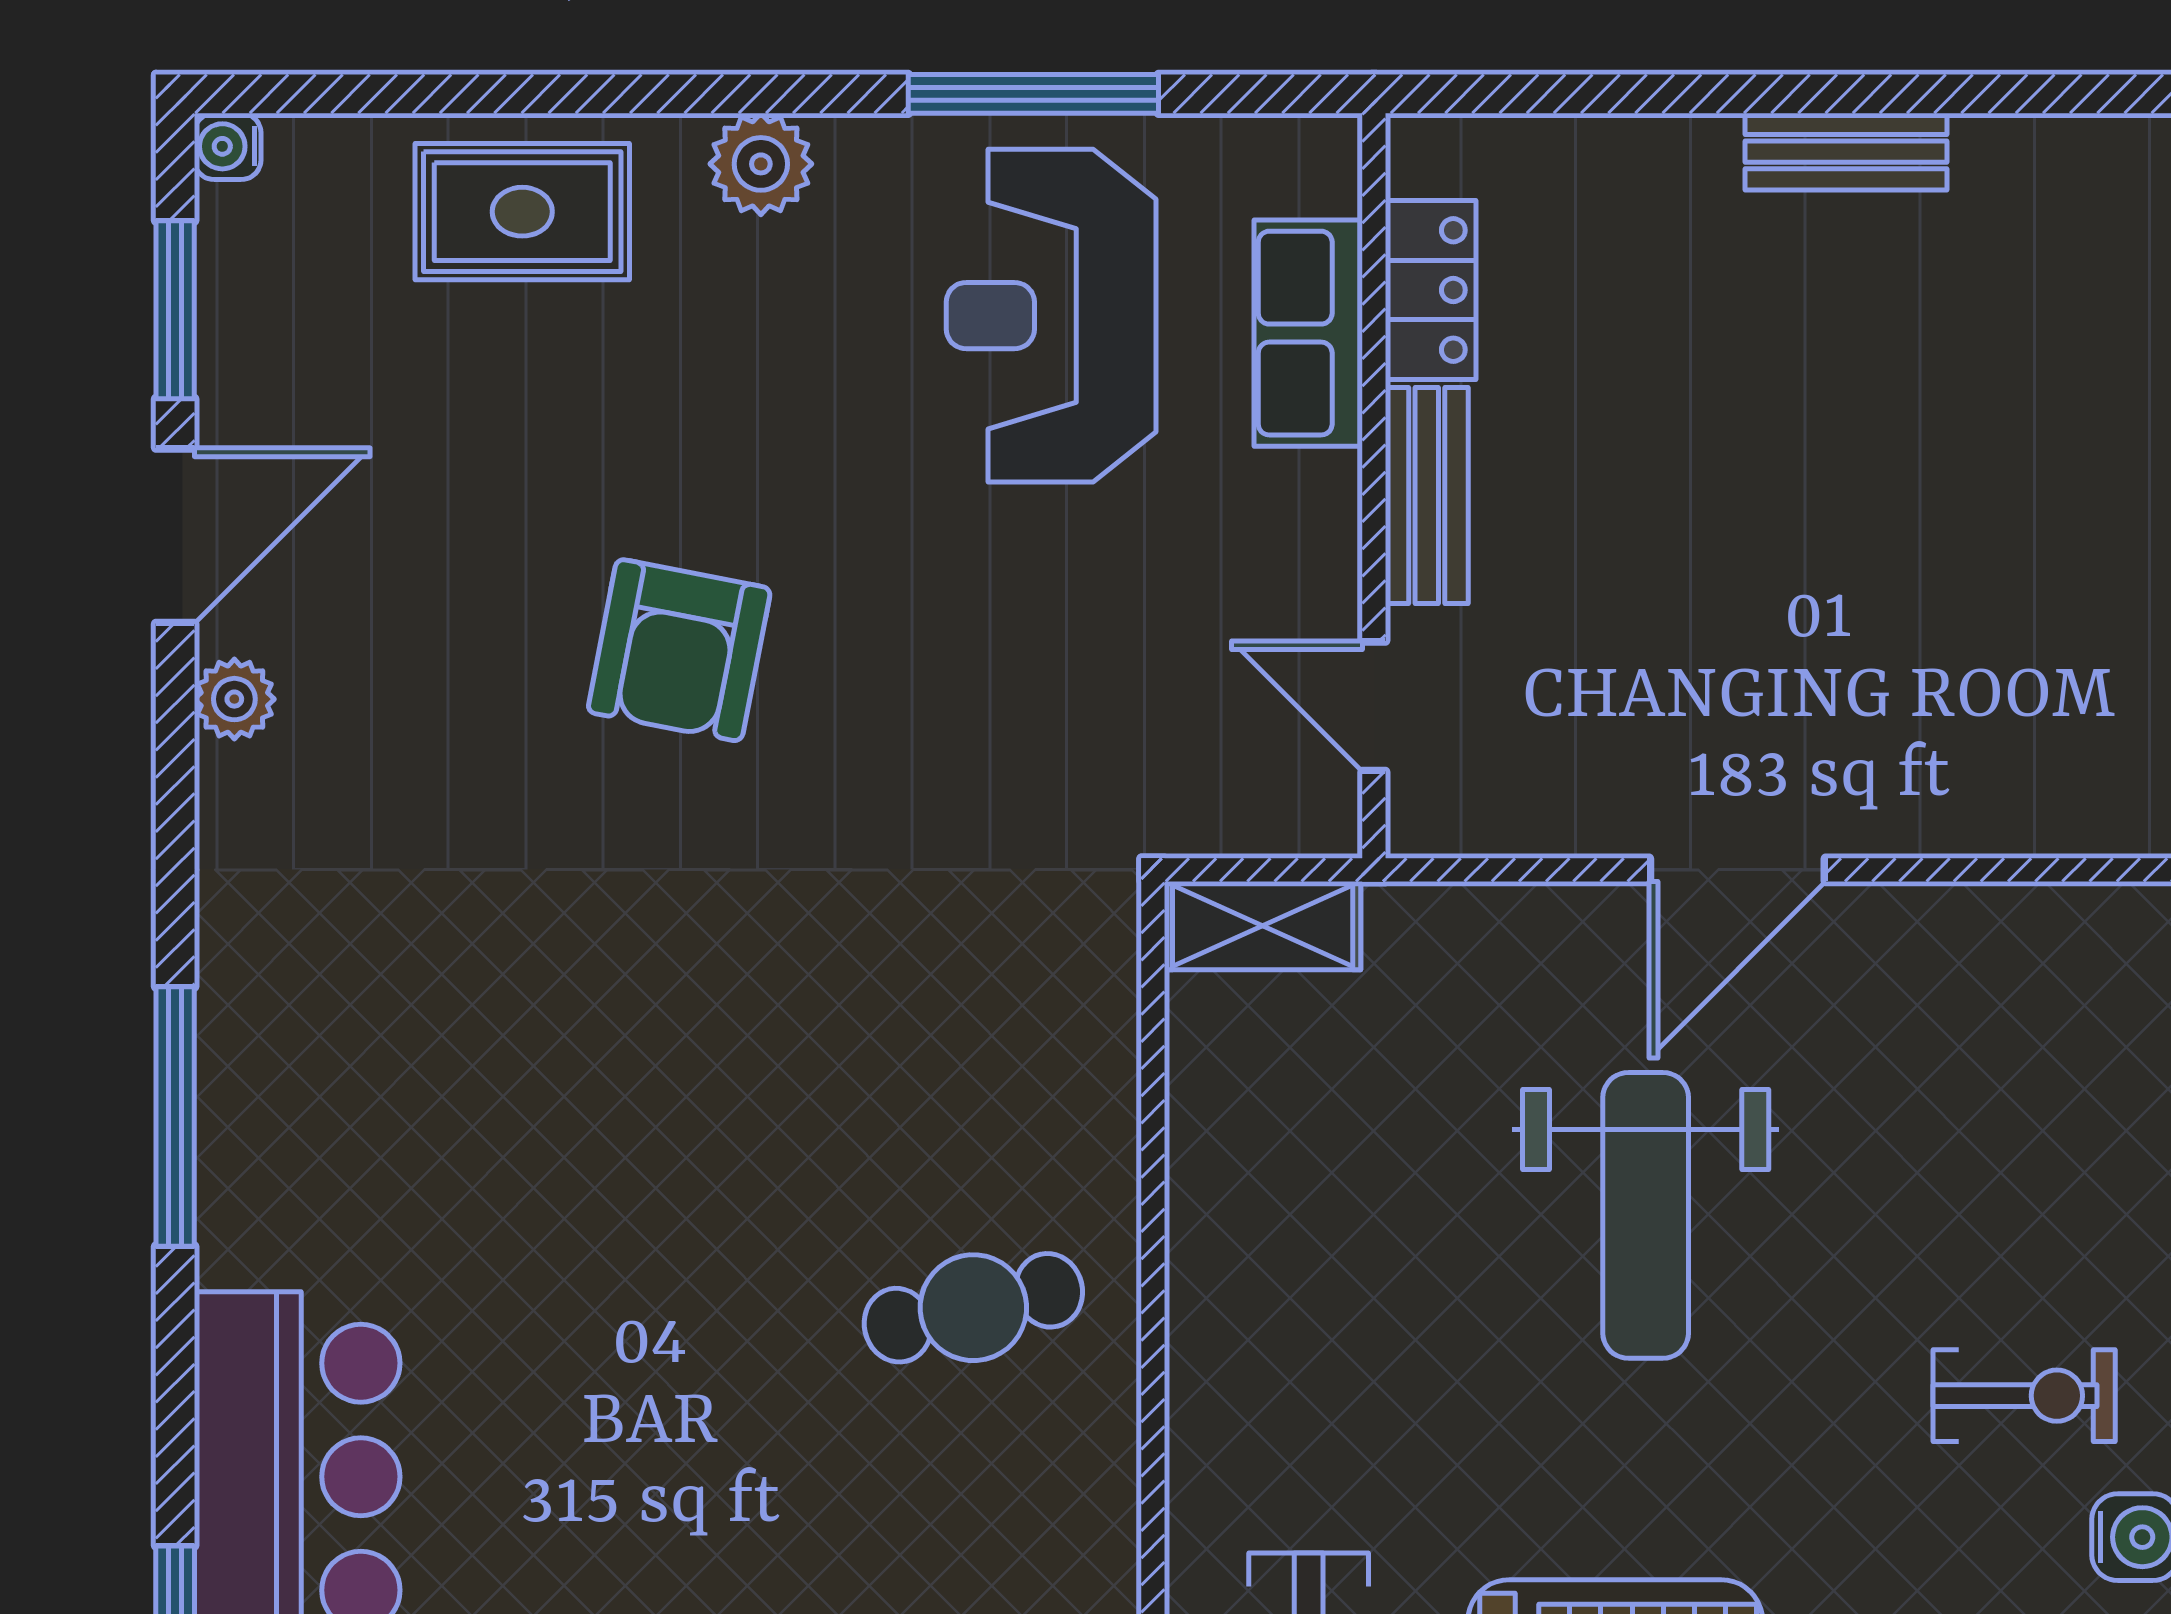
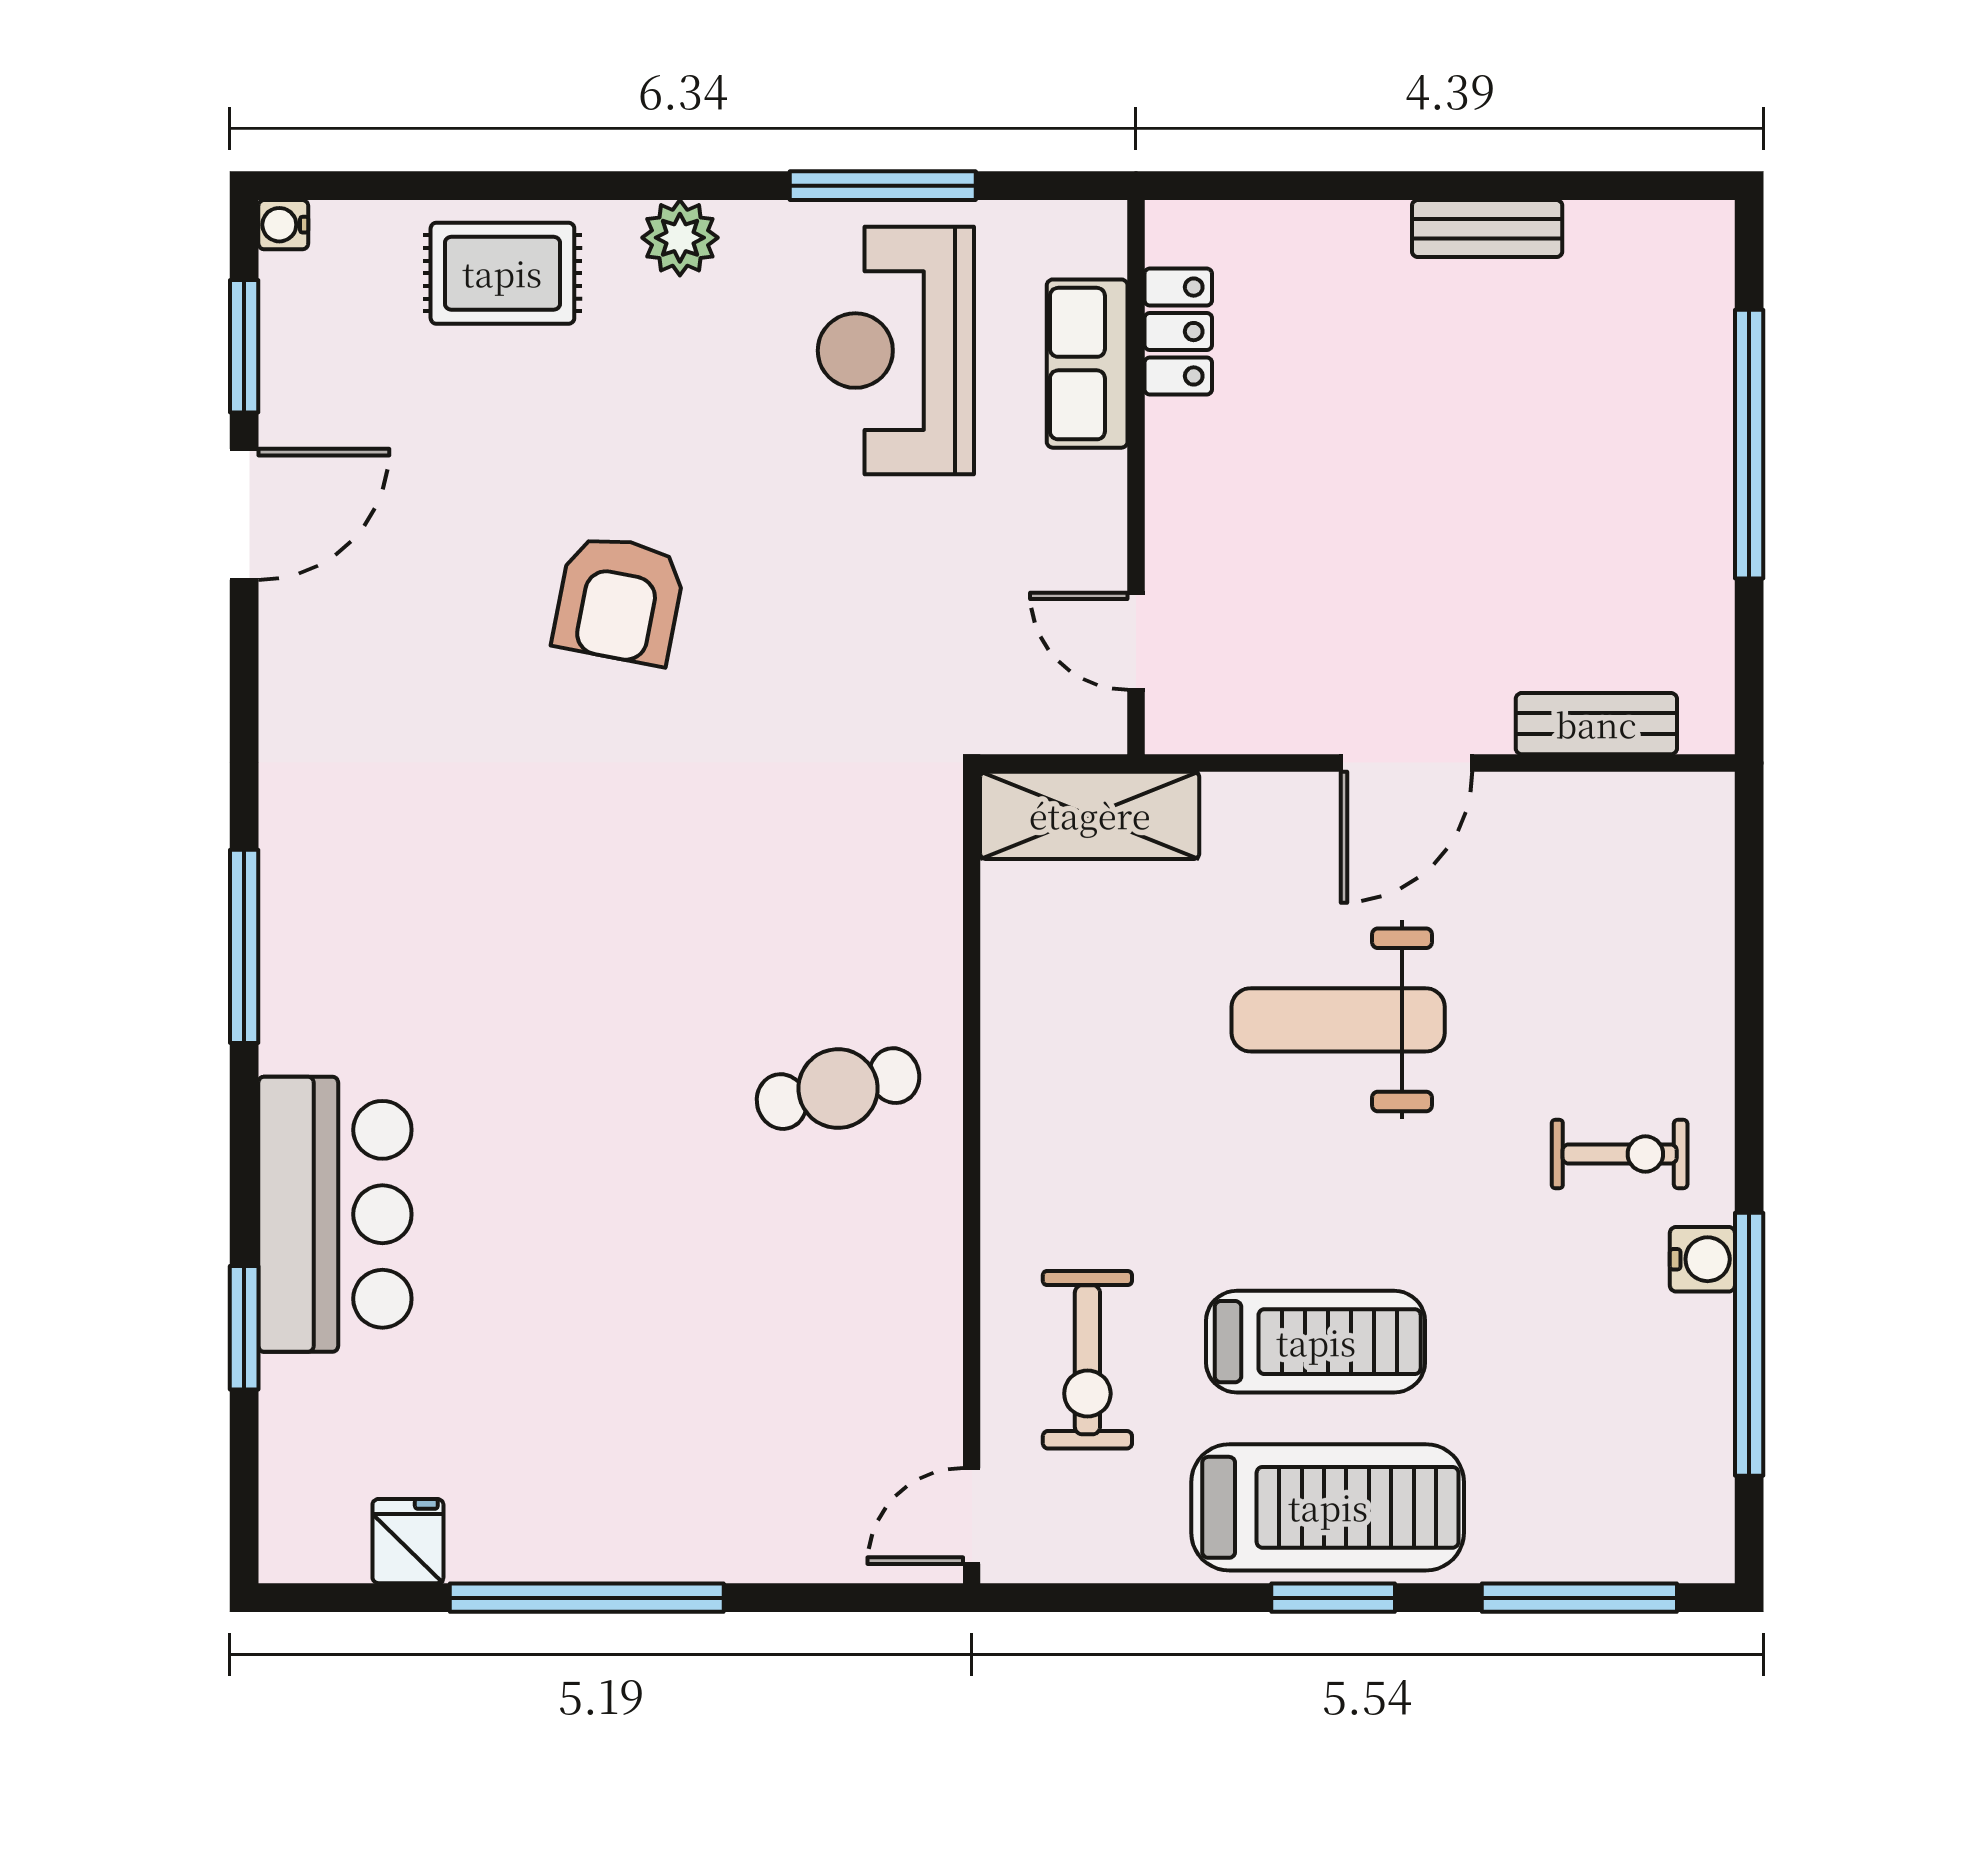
bench: (1427, 496) -> (1596, 724), moved, turned 90
plant: (234, 699) -> (288, 636), removed
shelving: (1263, 926) -> (1090, 815), width x1.50, depth x1.33
weight bench: (1646, 1215) -> (1338, 1020), turned 90

